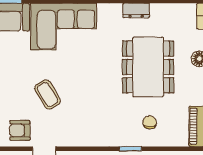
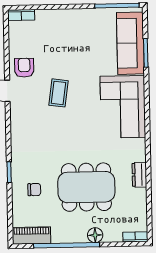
coffee table: (47, 94) -> (58, 93), turned -51

